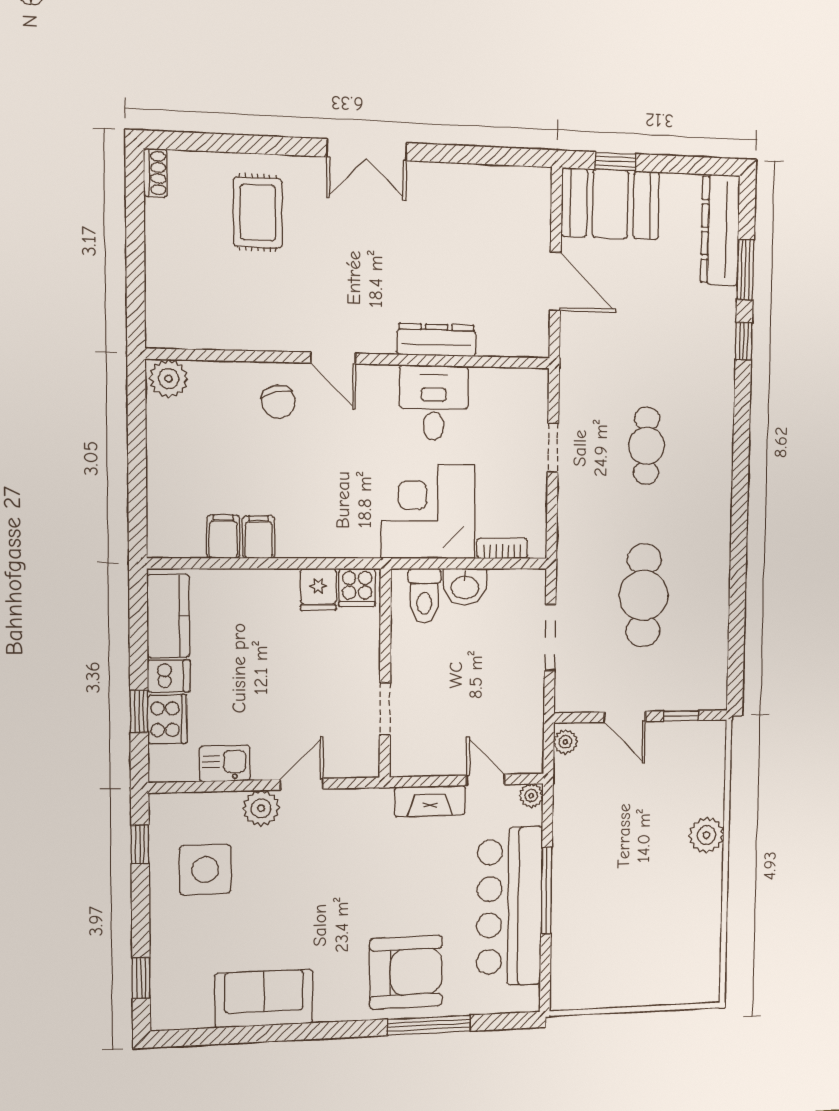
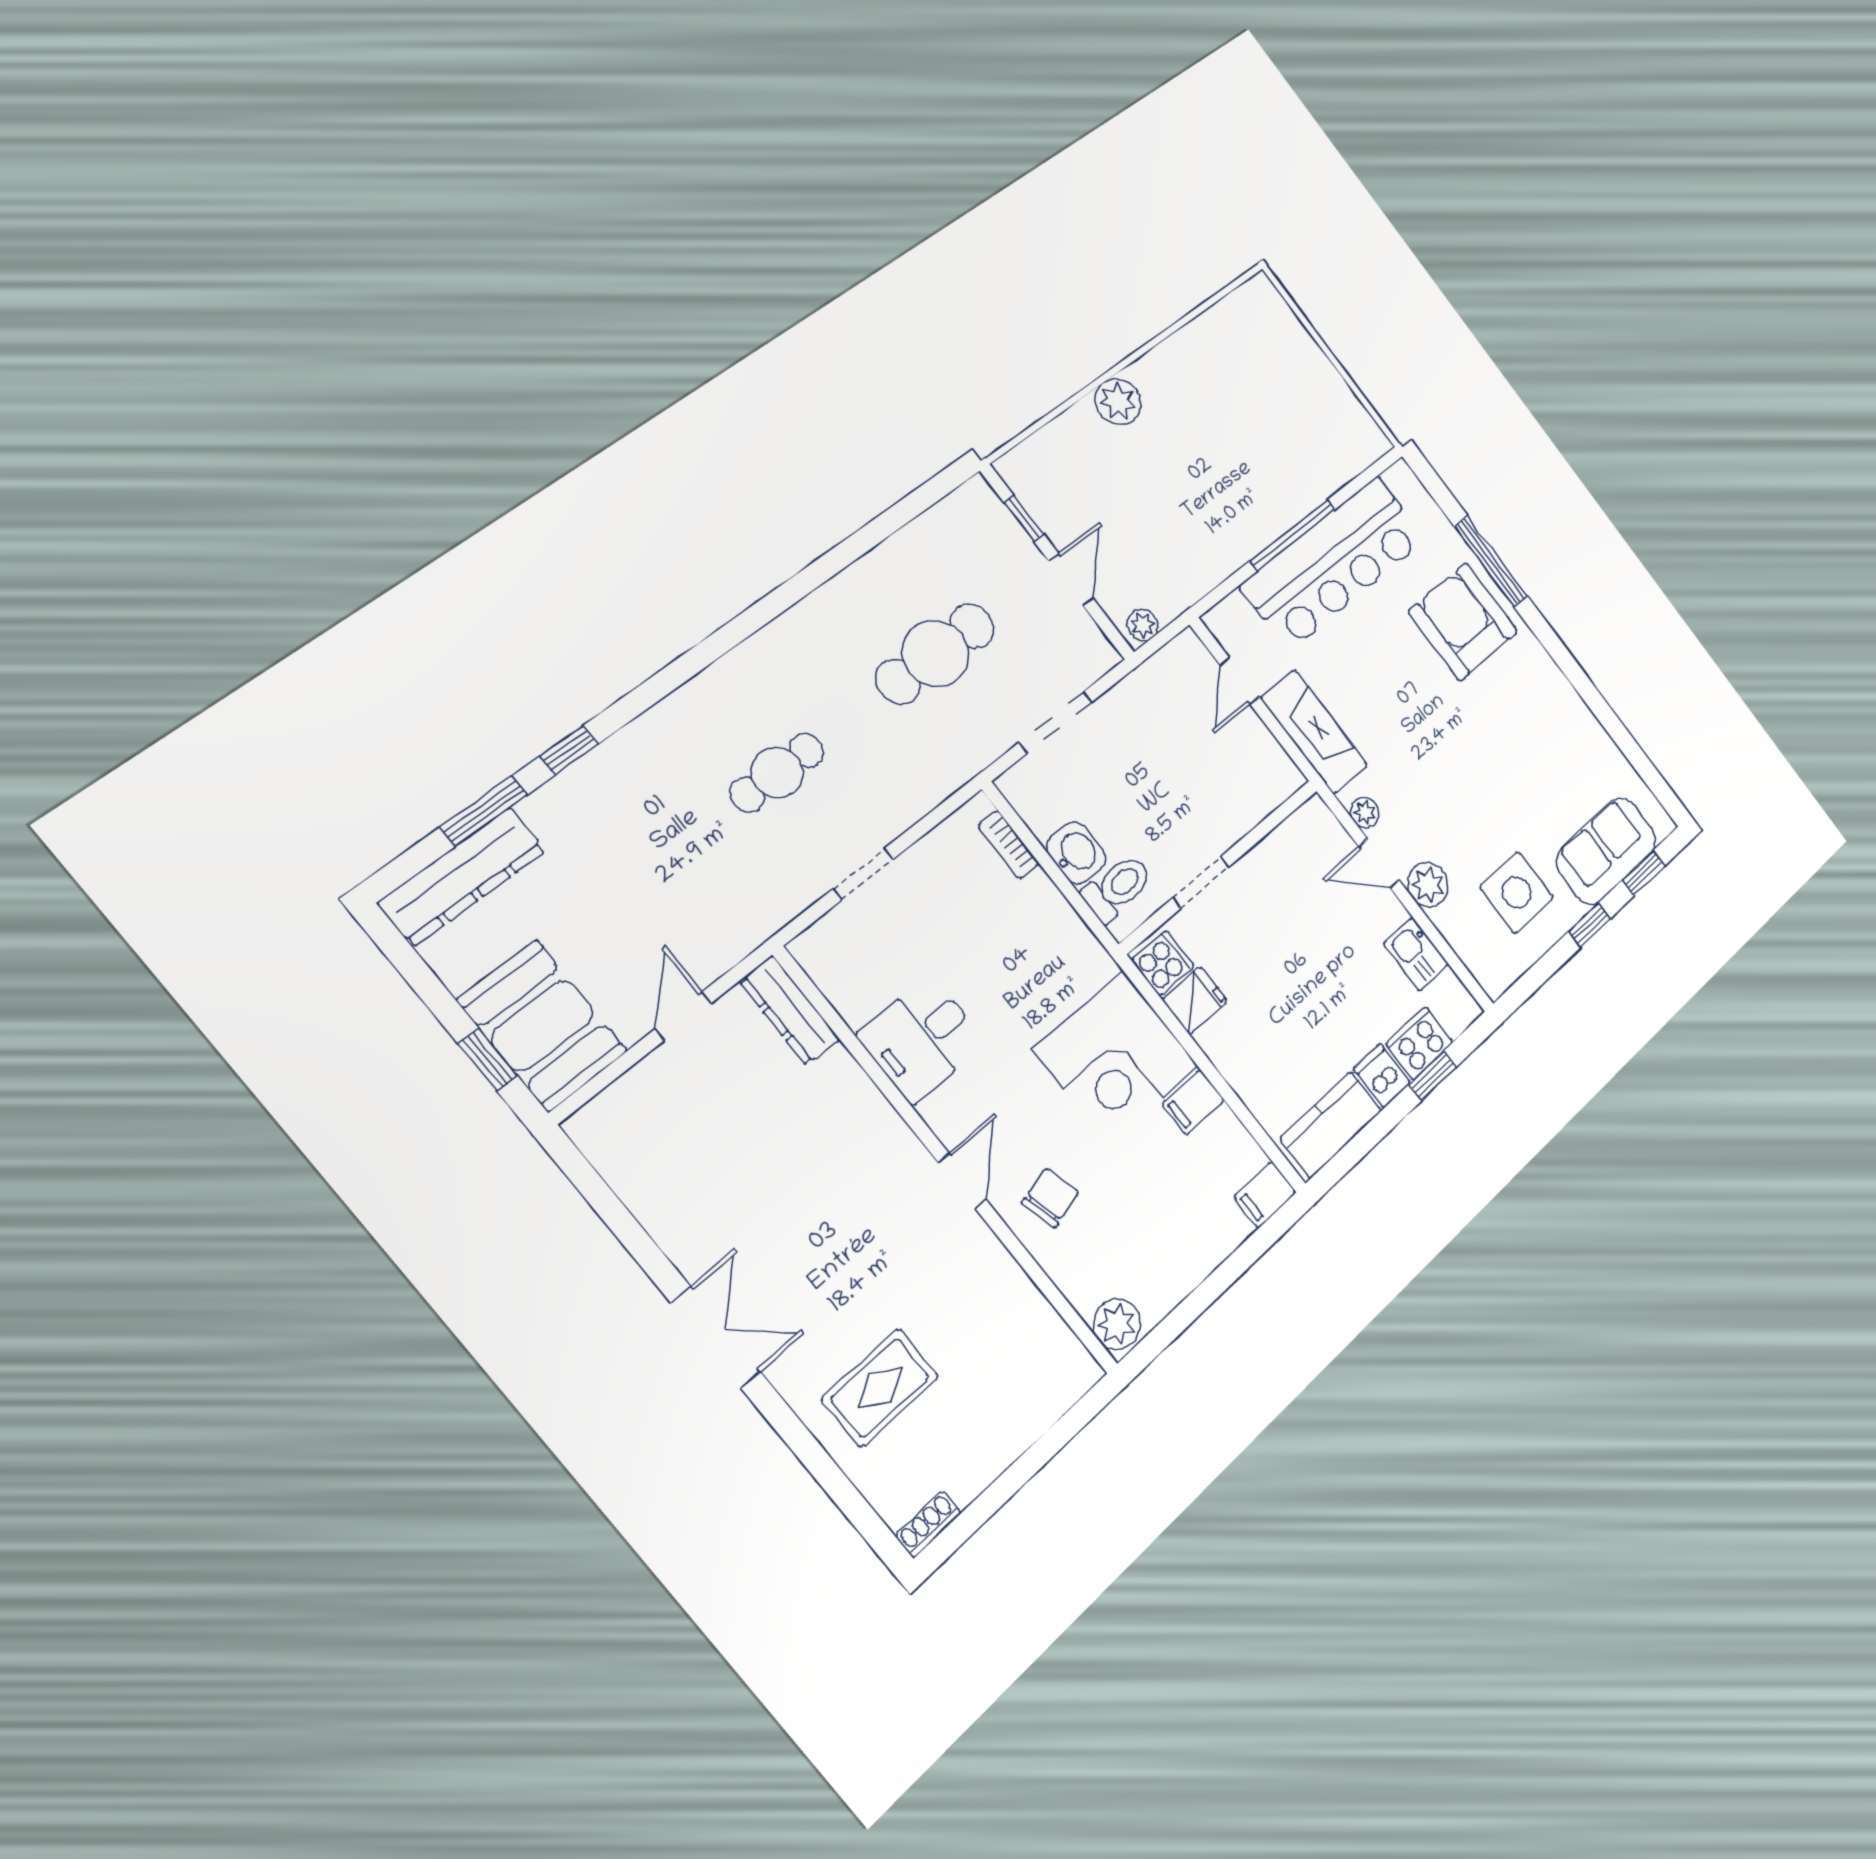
door: (555, 281) -> (683, 1016), width x0.73
dresser: (436, 340) -> (790, 1010), moved
corner desk: (428, 511) -> (1116, 1058), moved
filing cabinet: (223, 537) -> (1265, 1195), moved
doorway: (385, 709) -> (1201, 882), moved
plant: (531, 796) -> (1365, 812), moved
fireplace: (430, 801) -> (1314, 732), width x1.37, depth x1.32
window: (140, 844) -> (1589, 925), moved
sofa: (264, 999) -> (1606, 851), moved, turned 90

